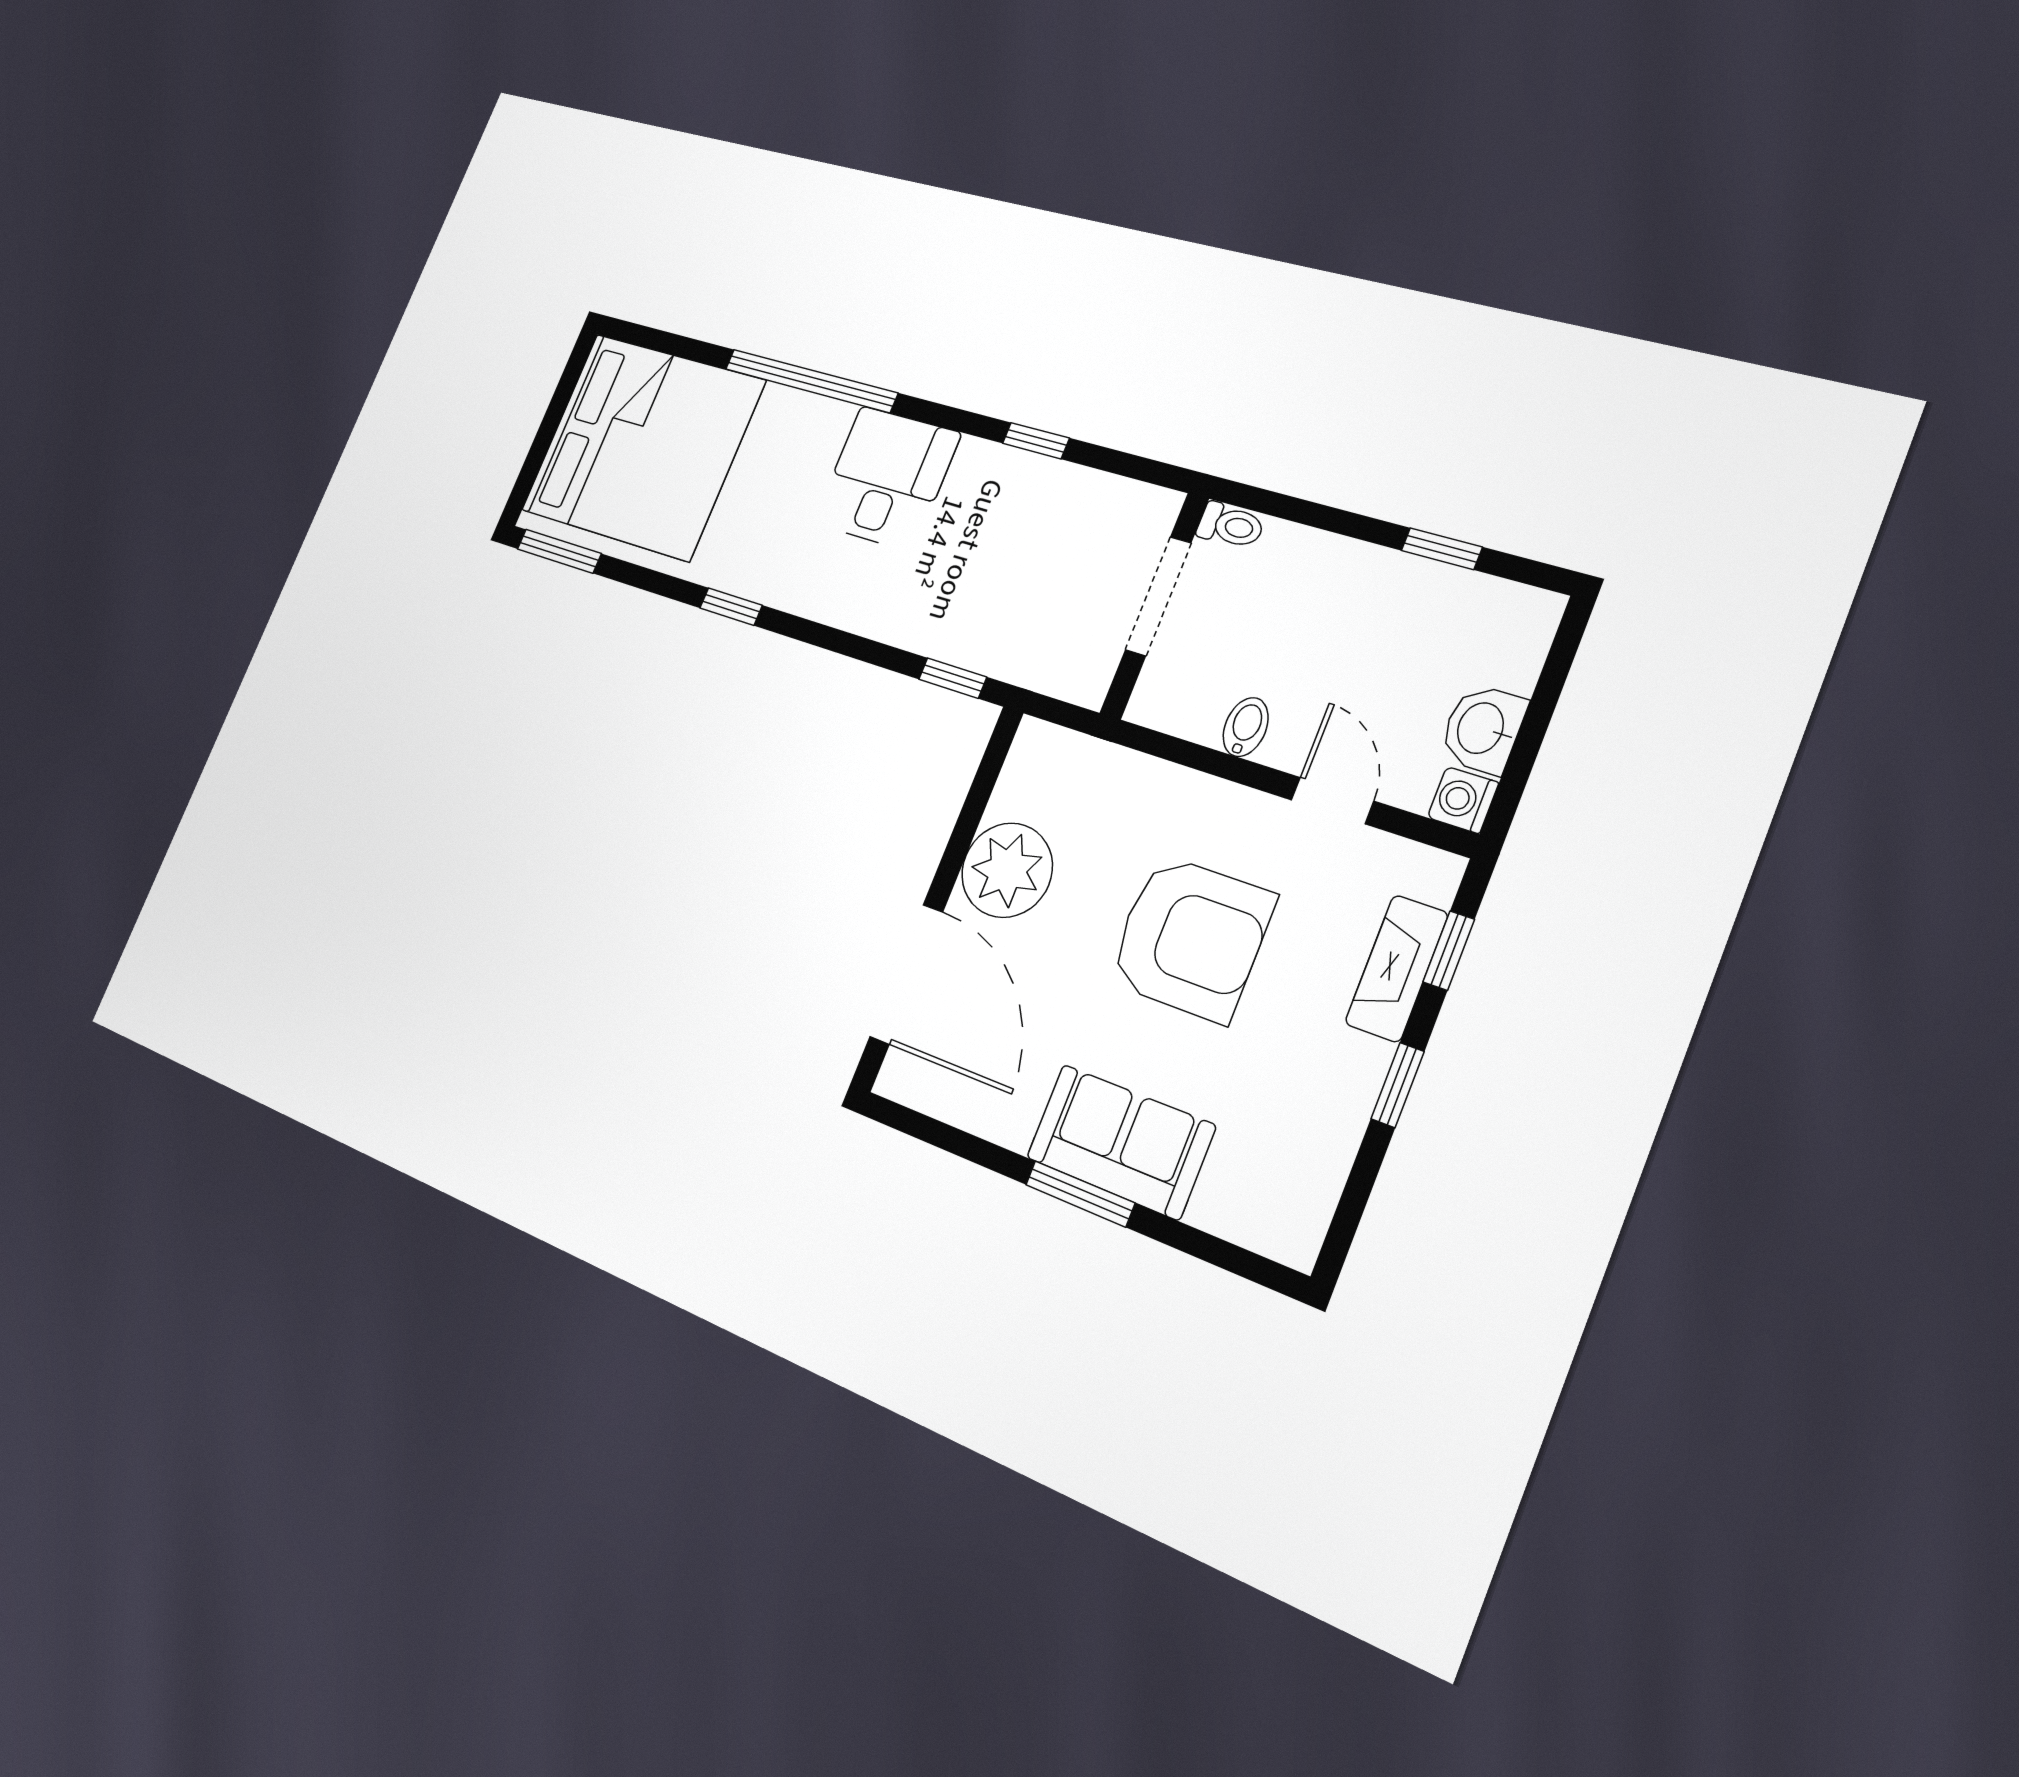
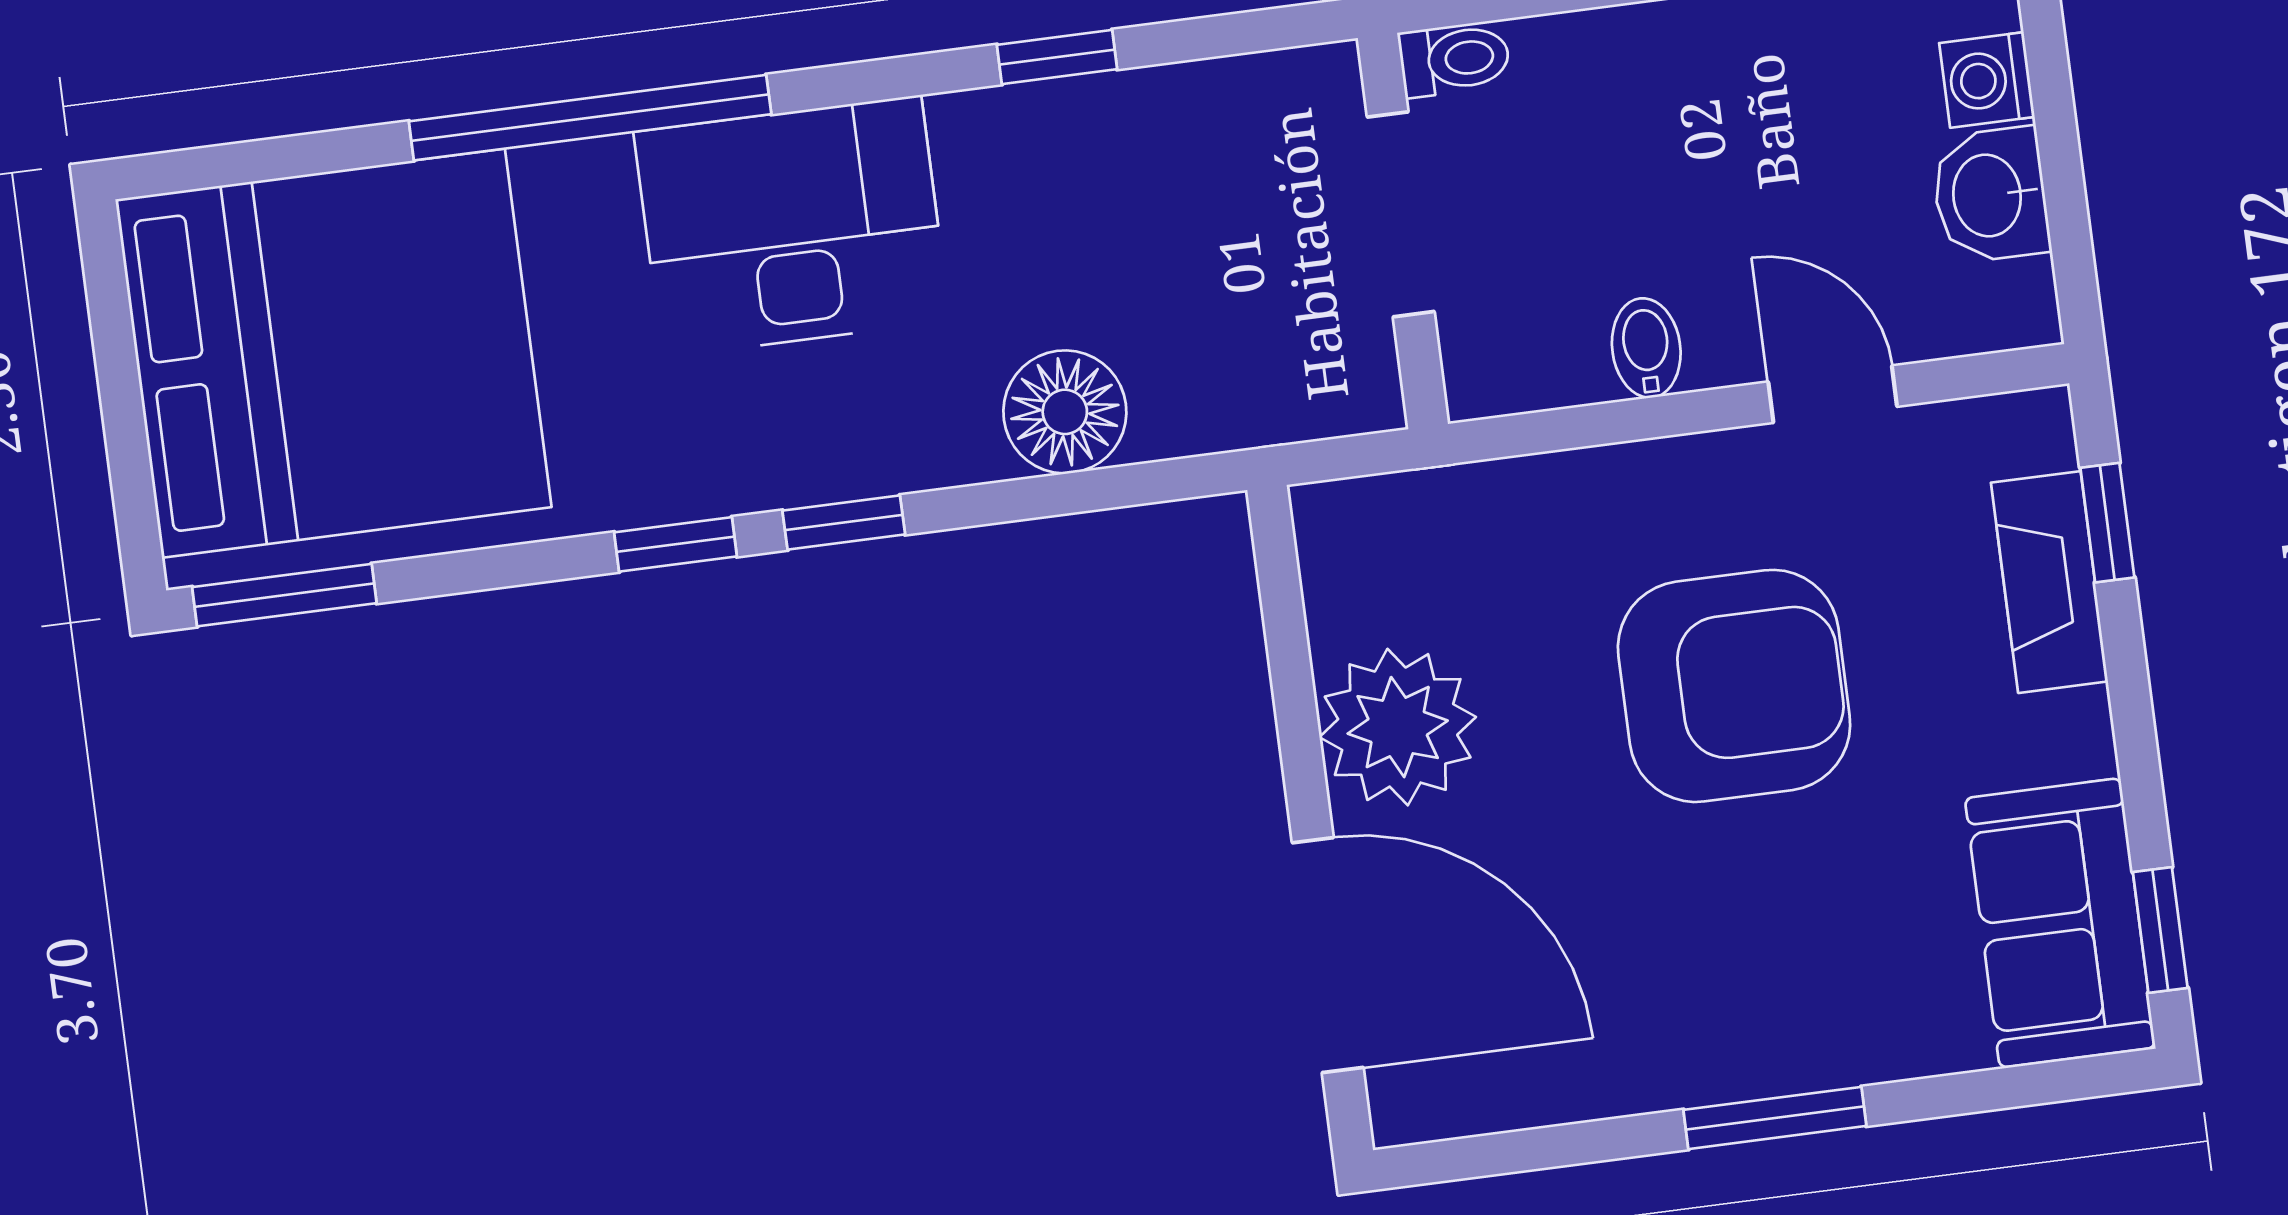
desk: (887, 478) -> (792, 226), width x1.37
floor lamp: (940, 624) -> (1065, 412), added
window: (953, 678) -> (844, 523), moved
washing machine: (1463, 800) -> (1987, 80), moved
window: (1397, 1085) -> (2160, 930), moved
sofa: (1120, 1142) -> (2060, 923), moved, turned -90

